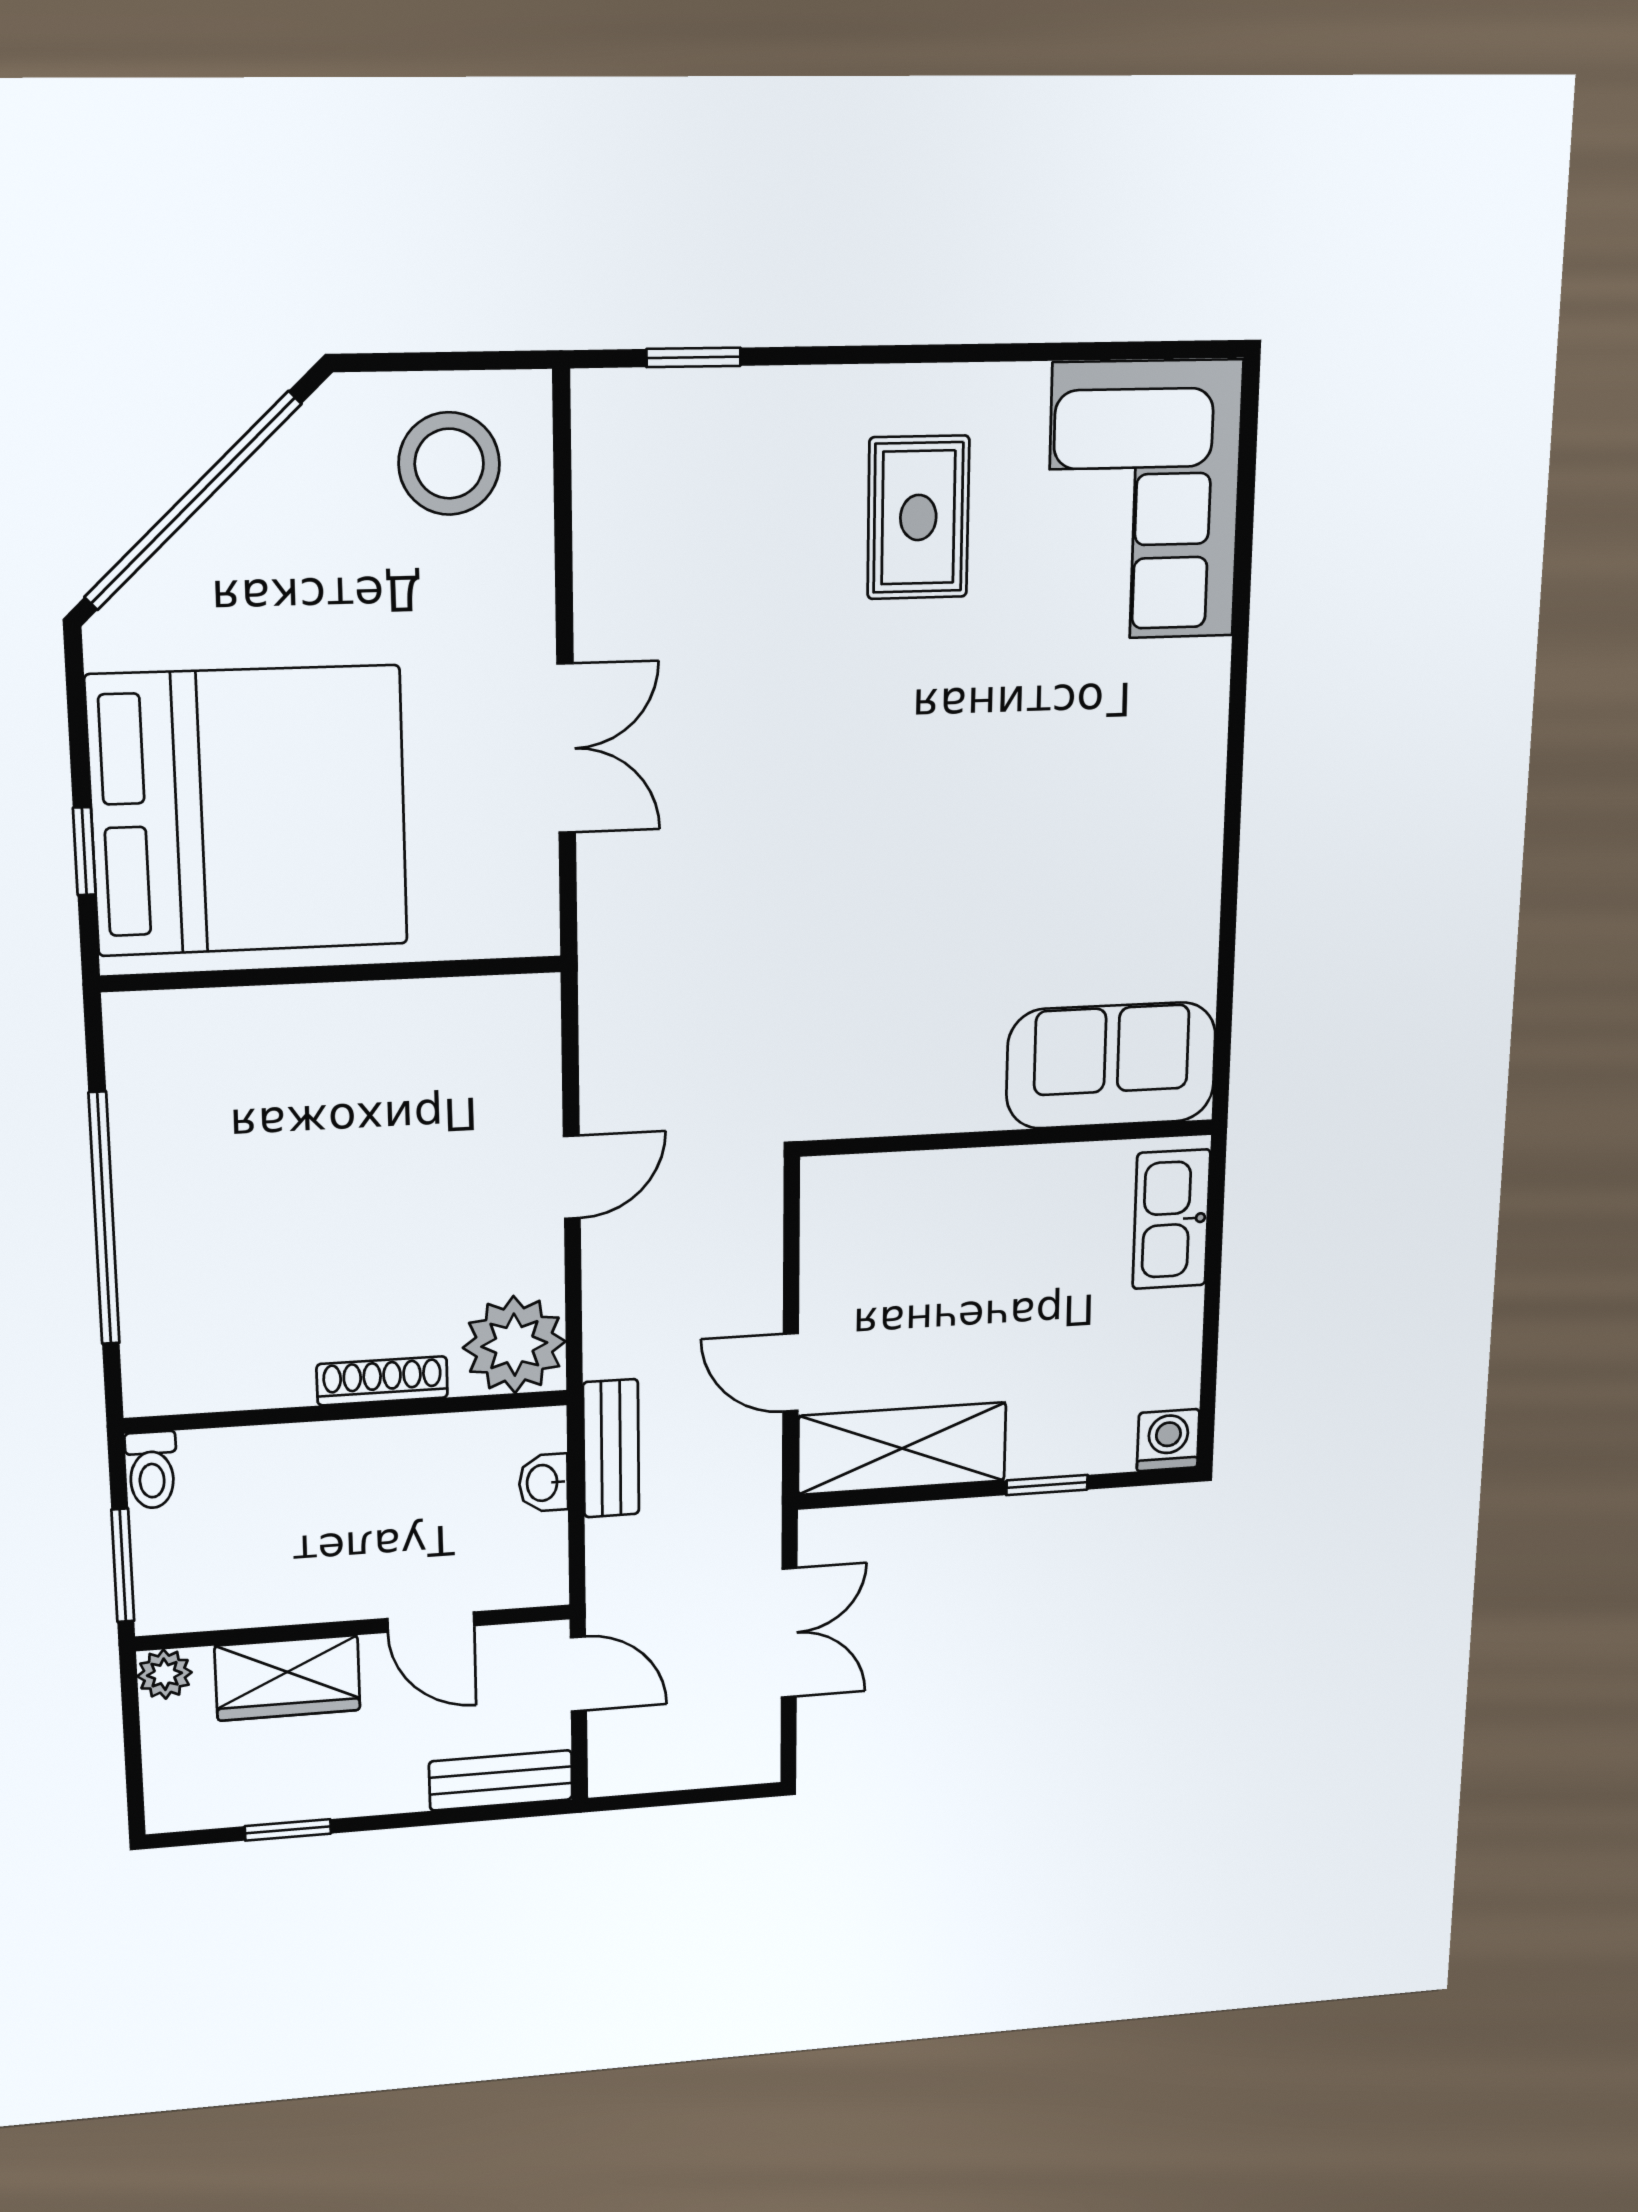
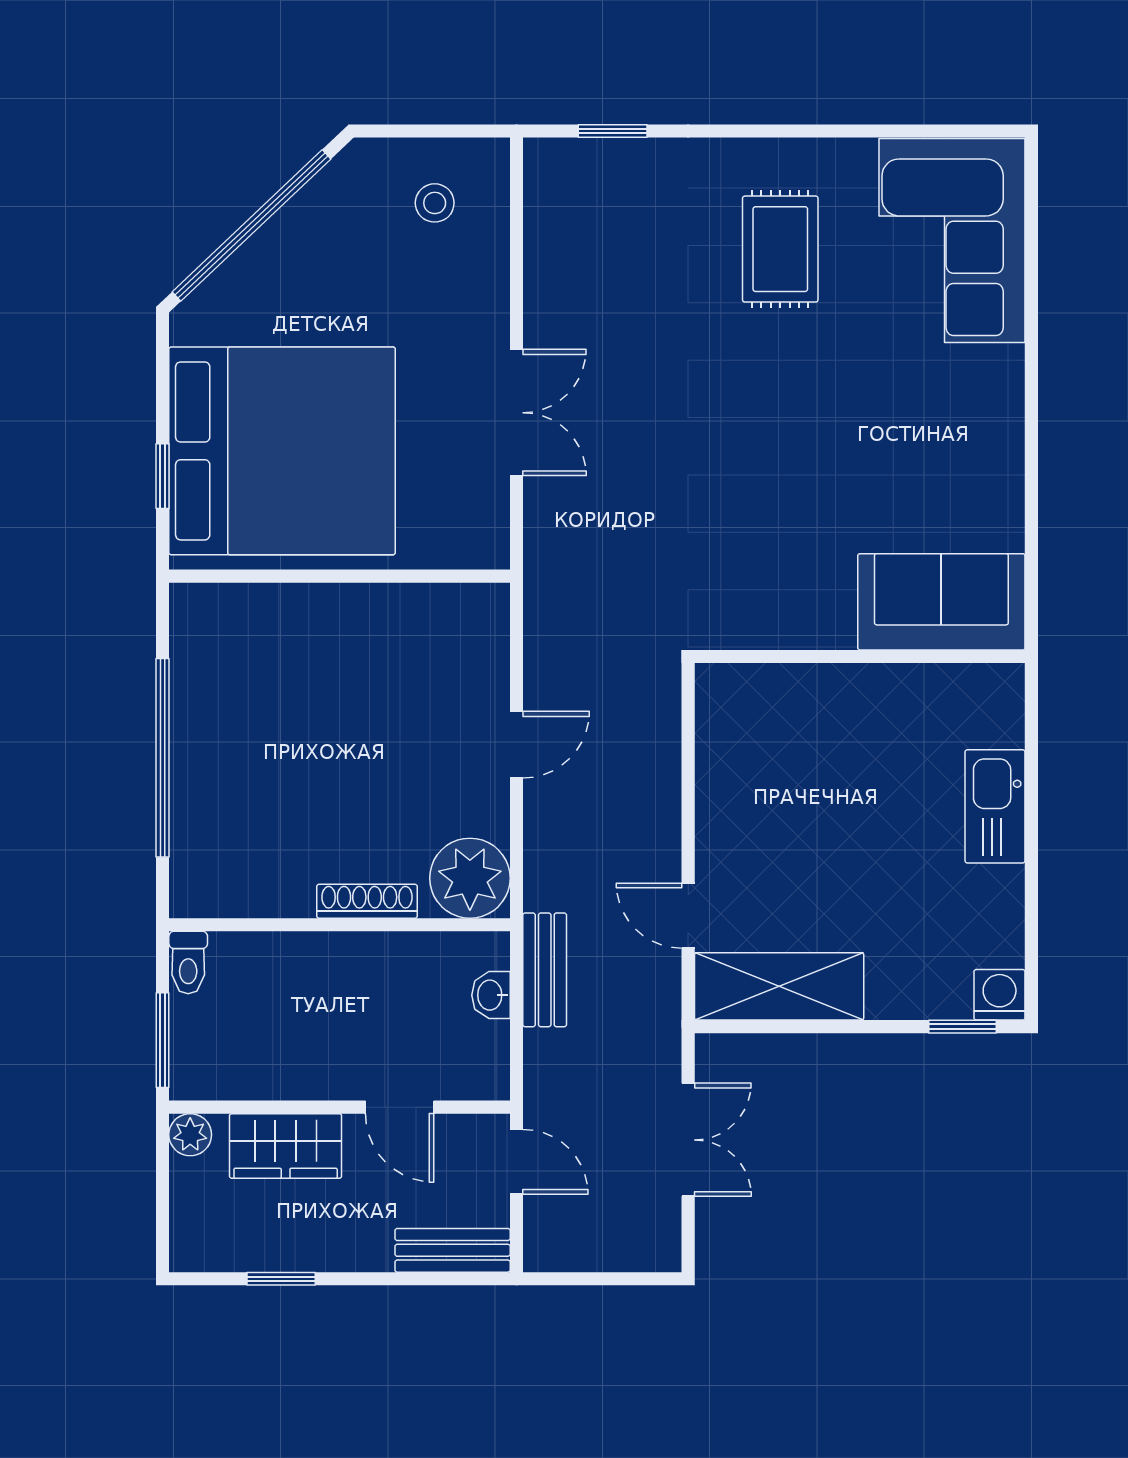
stool: (449, 464) -> (435, 203), width x0.53, depth x0.53
sofa: (1111, 1065) -> (941, 602), moved
wall: (1008, 1138) -> (860, 657), moved
window: (1047, 1485) -> (962, 1027), moved

